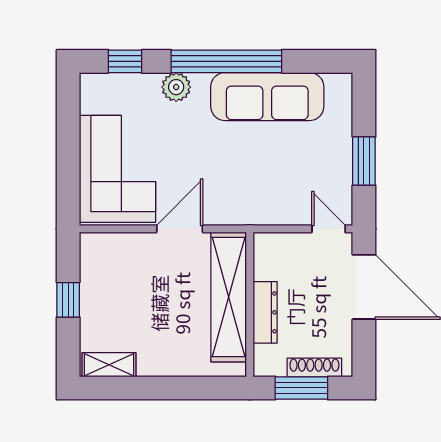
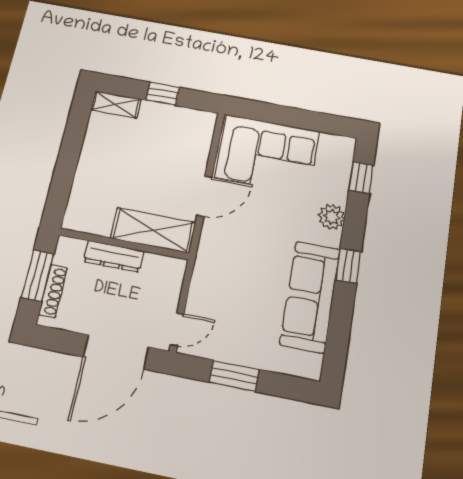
window: (226, 61) -> (348, 266), width x0.32
door: (180, 229) -> (204, 196), hinge flipped
shelving: (229, 297) -> (153, 230), width x0.68
shelving: (109, 365) -> (116, 104), moved, turned 90

